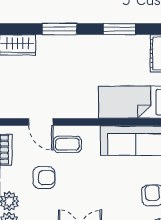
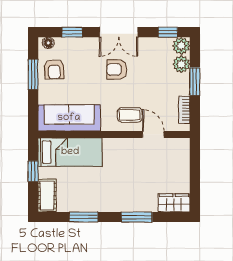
armchair: (44, 178) -> (117, 69), moved

